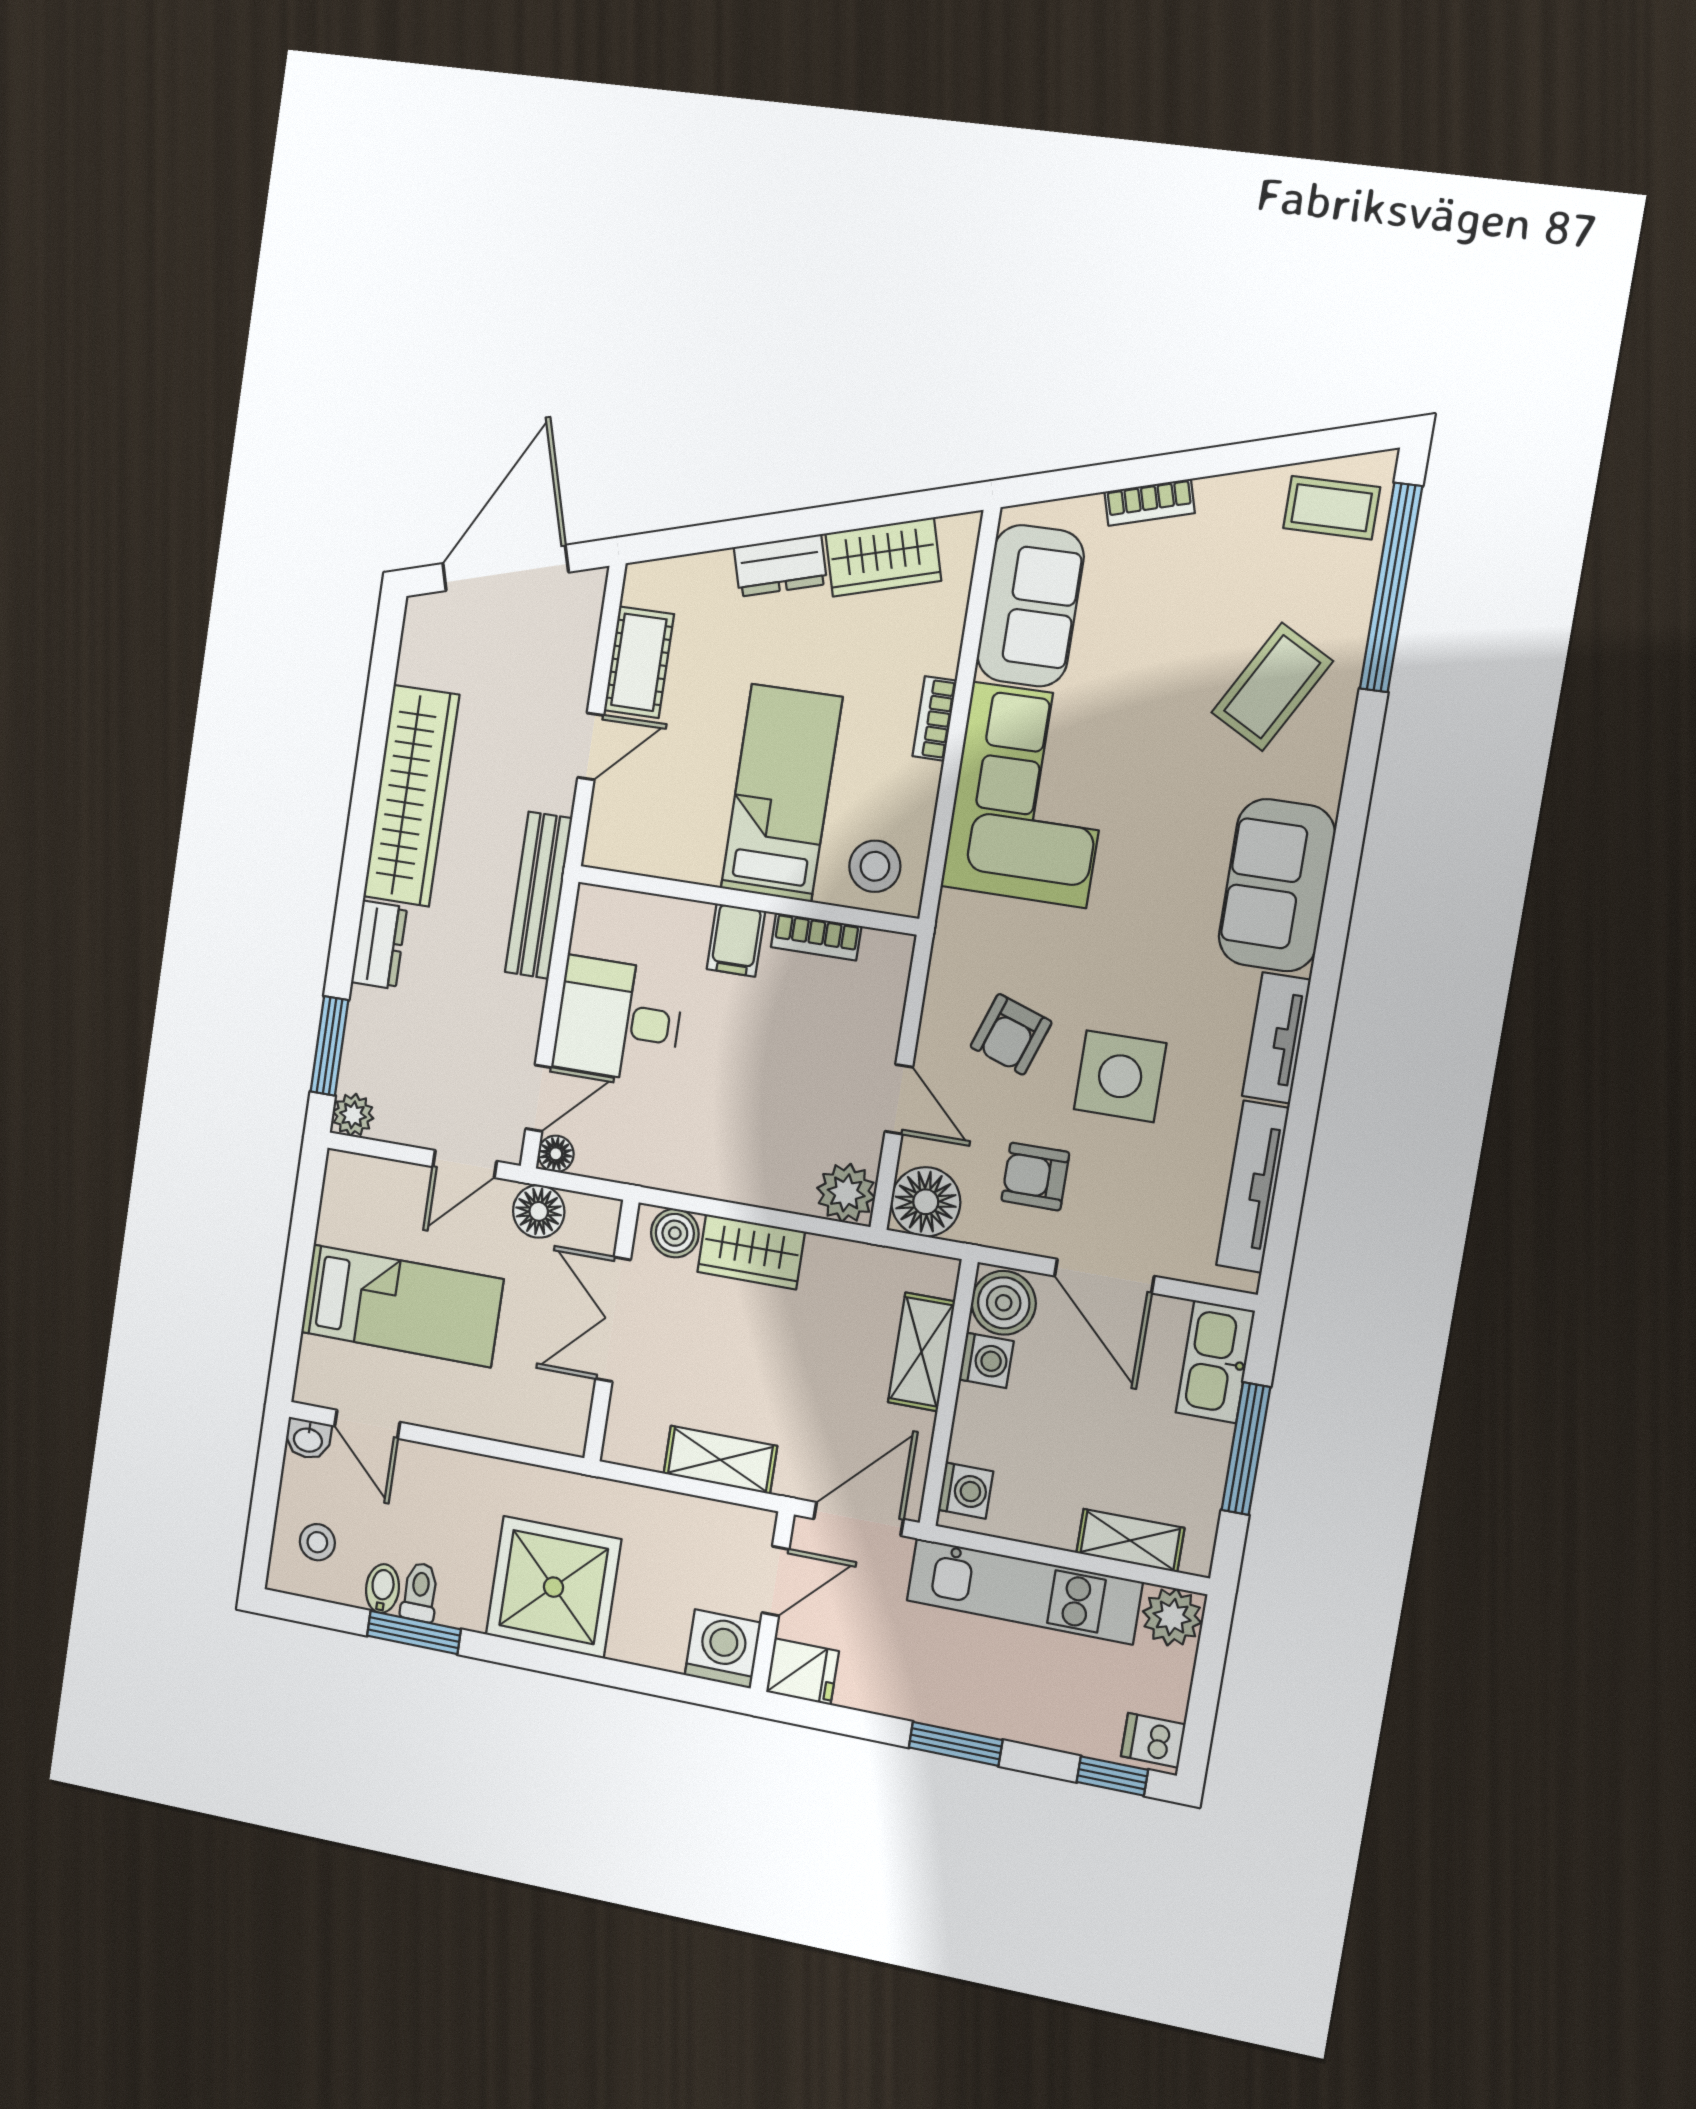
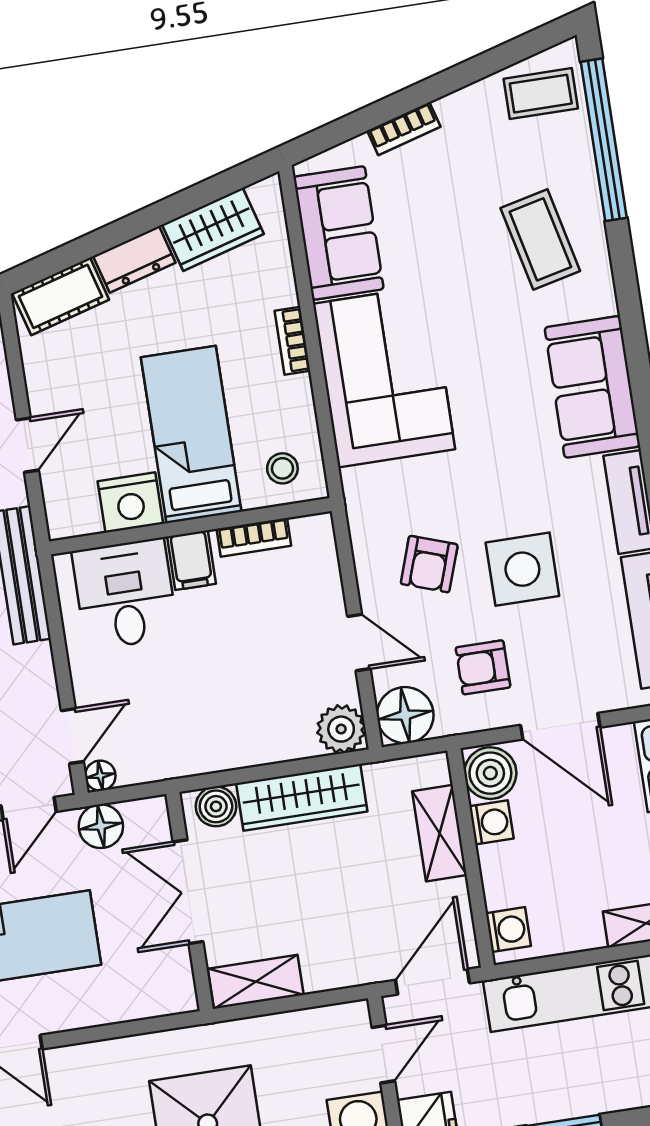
cot: (639, 662) -> (61, 296), moved, turned 74
coffee table: (1272, 687) -> (540, 239), turned -42
nightstand: (687, 850) -> (130, 502), added
stool: (875, 866) -> (282, 468), width x0.73, depth x0.73
desk: (618, 1020) -> (125, 594), moved, turned 90
wardrobe: (751, 1252) -> (302, 797), width x1.50
shelving: (720, 1460) -> (256, 982), moved

